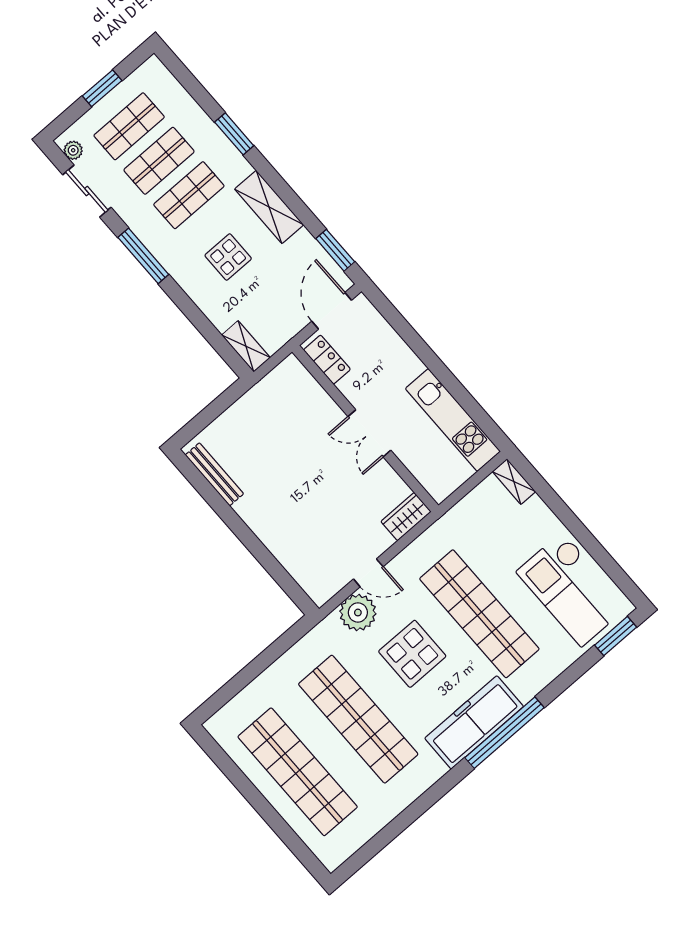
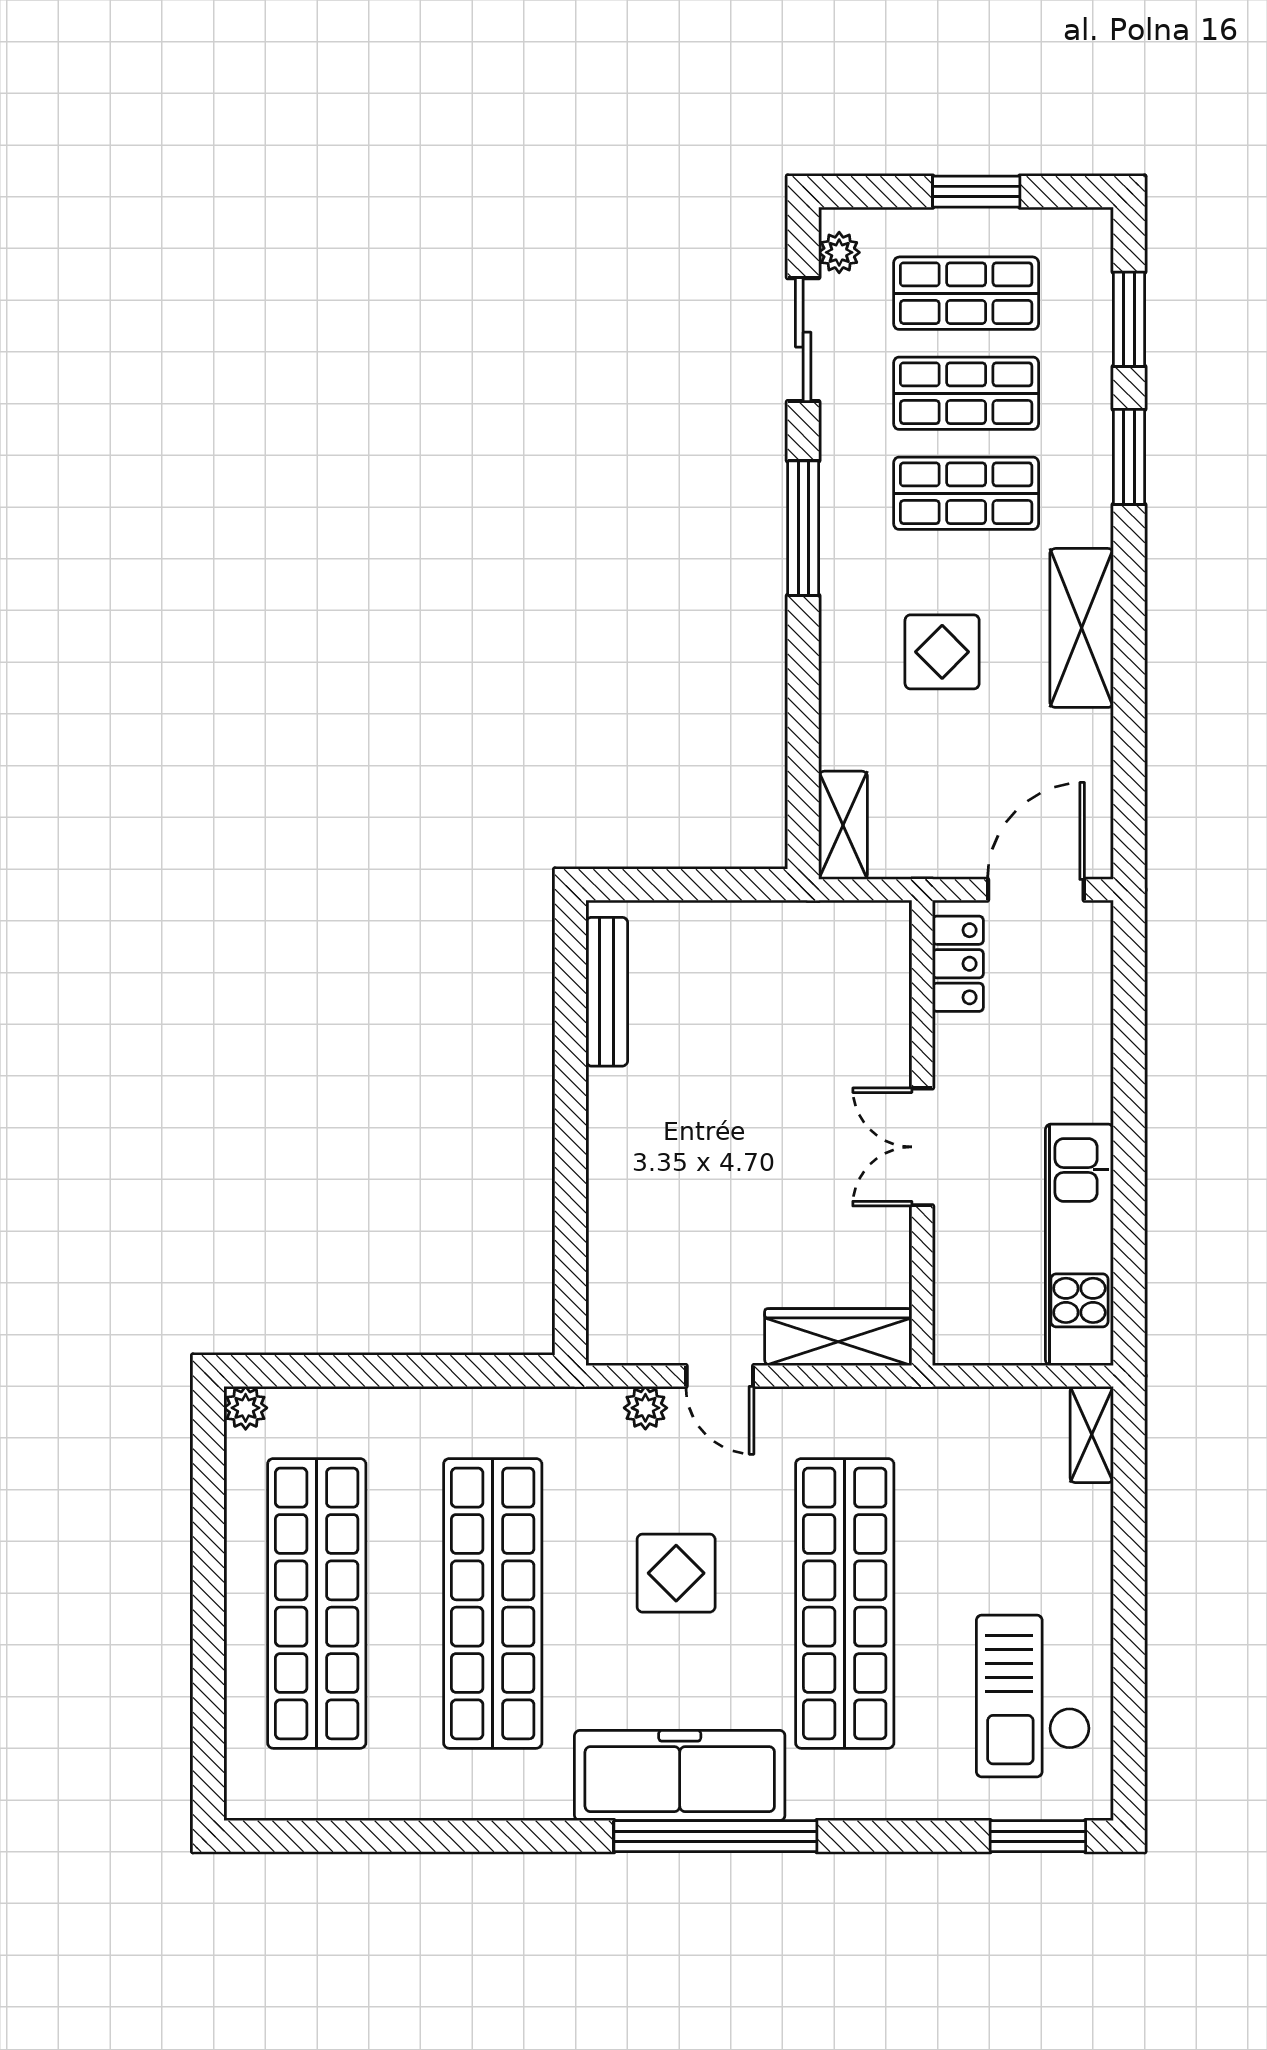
window: (335, 250) -> (1129, 319), moved
wardrobe: (406, 517) -> (838, 1337), width x1.50
checkout: (572, 589) -> (1033, 1696), width x0.73, depth x0.83
plant: (358, 613) -> (645, 1408), width x0.53, depth x0.53
display table: (412, 654) -> (676, 1573), width x0.73, depth x0.73
plant: (215, 726) -> (246, 1408), added

